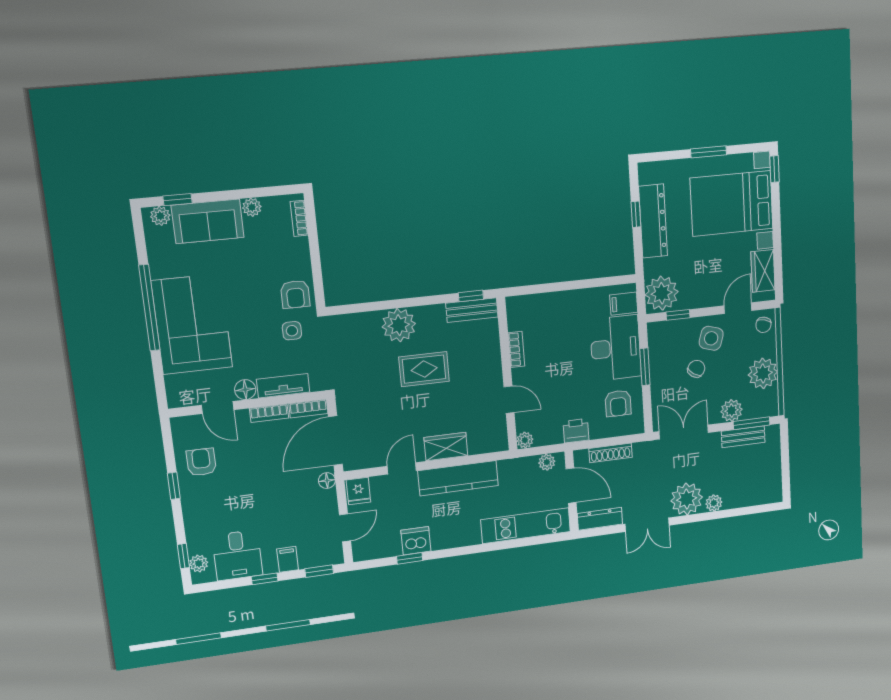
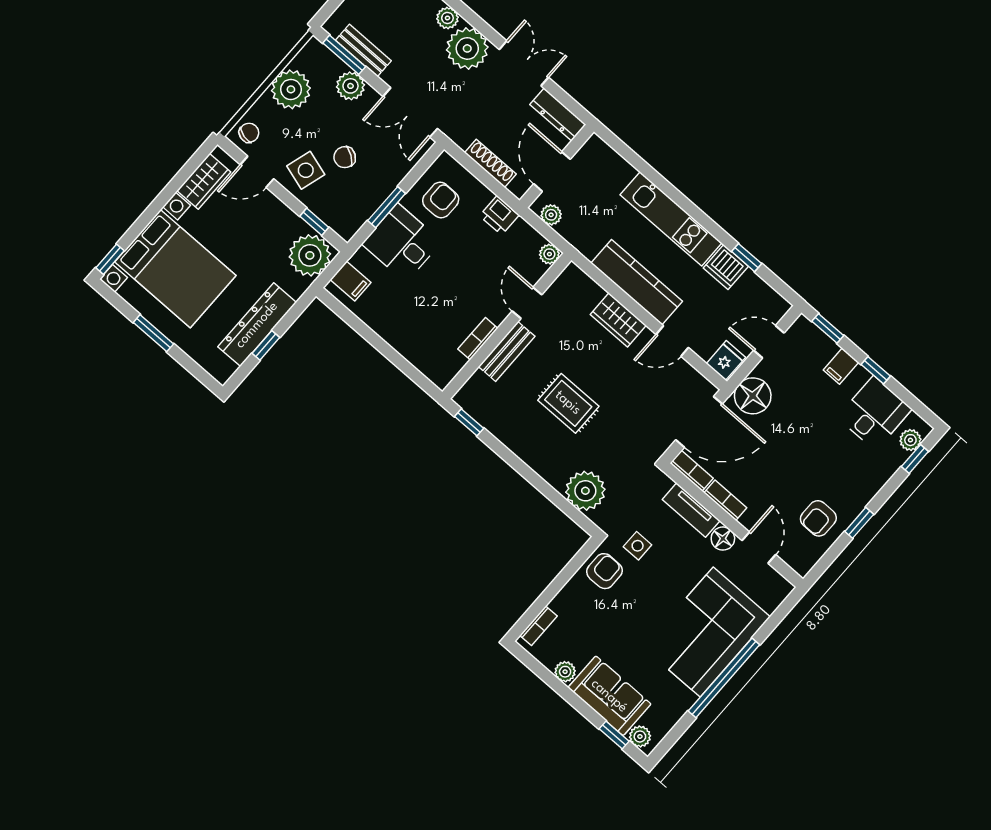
bench: (472, 310) -> (507, 351), moved, turned 90
plant: (399, 325) -> (585, 491), moved
desk: (616, 348) -> (402, 243), width x0.73
floor lamp: (327, 481) -> (753, 396), width x1.89, depth x1.89
kitchen unit: (526, 526) -> (671, 219), moved

